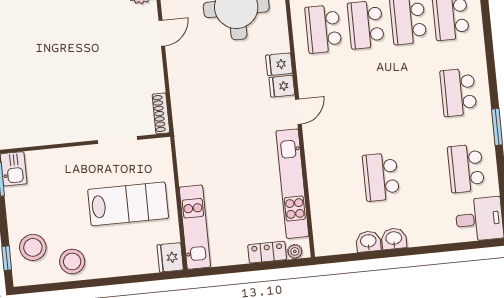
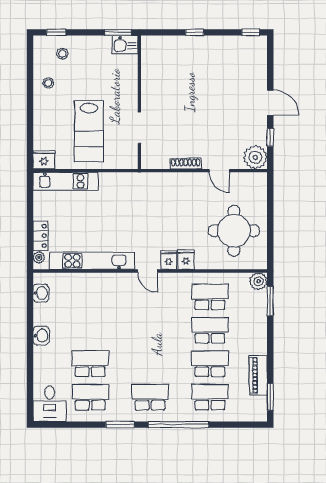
window: (490, 53) -> (178, 425), added
shoe rack: (161, 113) -> (186, 164), moved
school desk: (381, 177) -> (90, 364), moved
washbasin: (368, 241) -> (41, 293), moved
stool: (33, 247) -> (62, 54), width x0.53, depth x0.53
stool: (72, 261) -> (48, 83), width x0.53, depth x0.53

